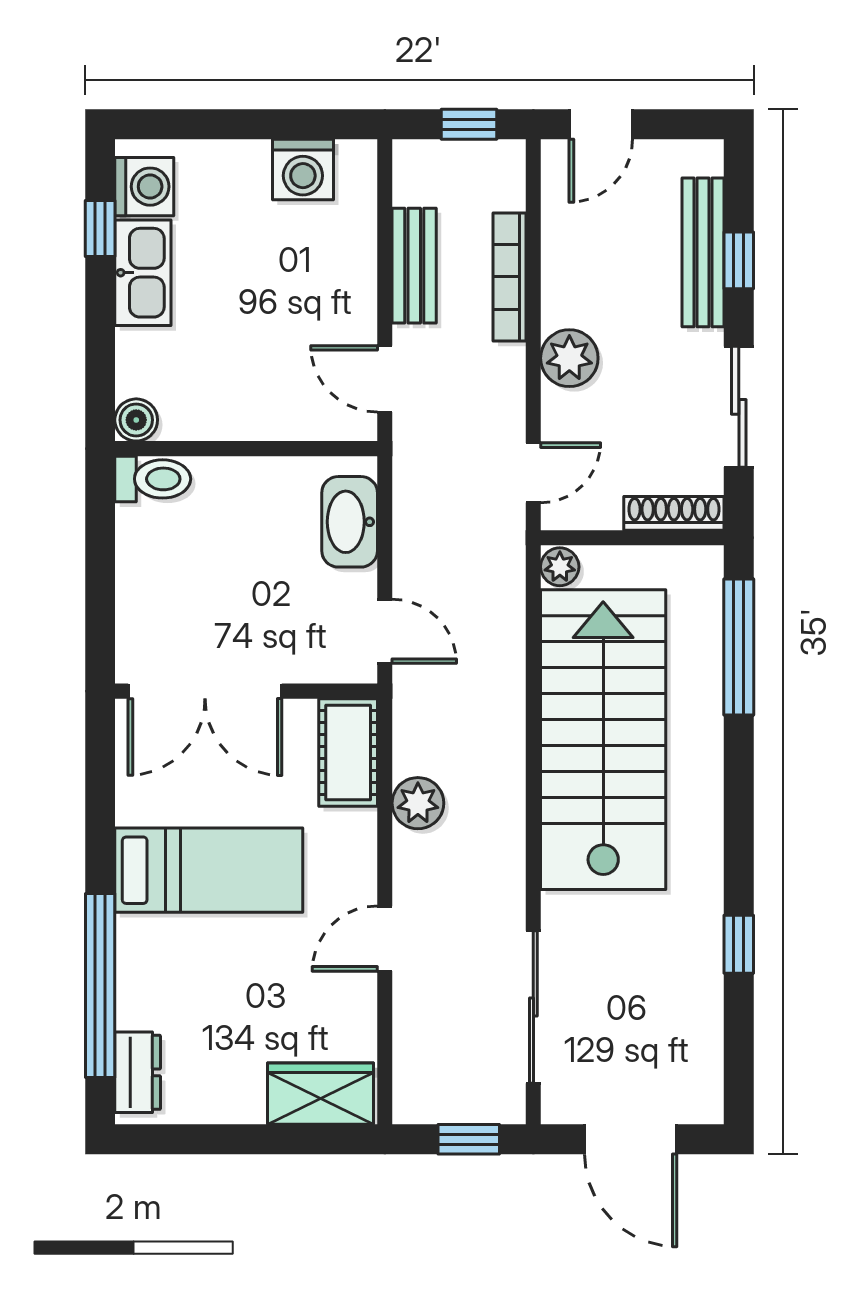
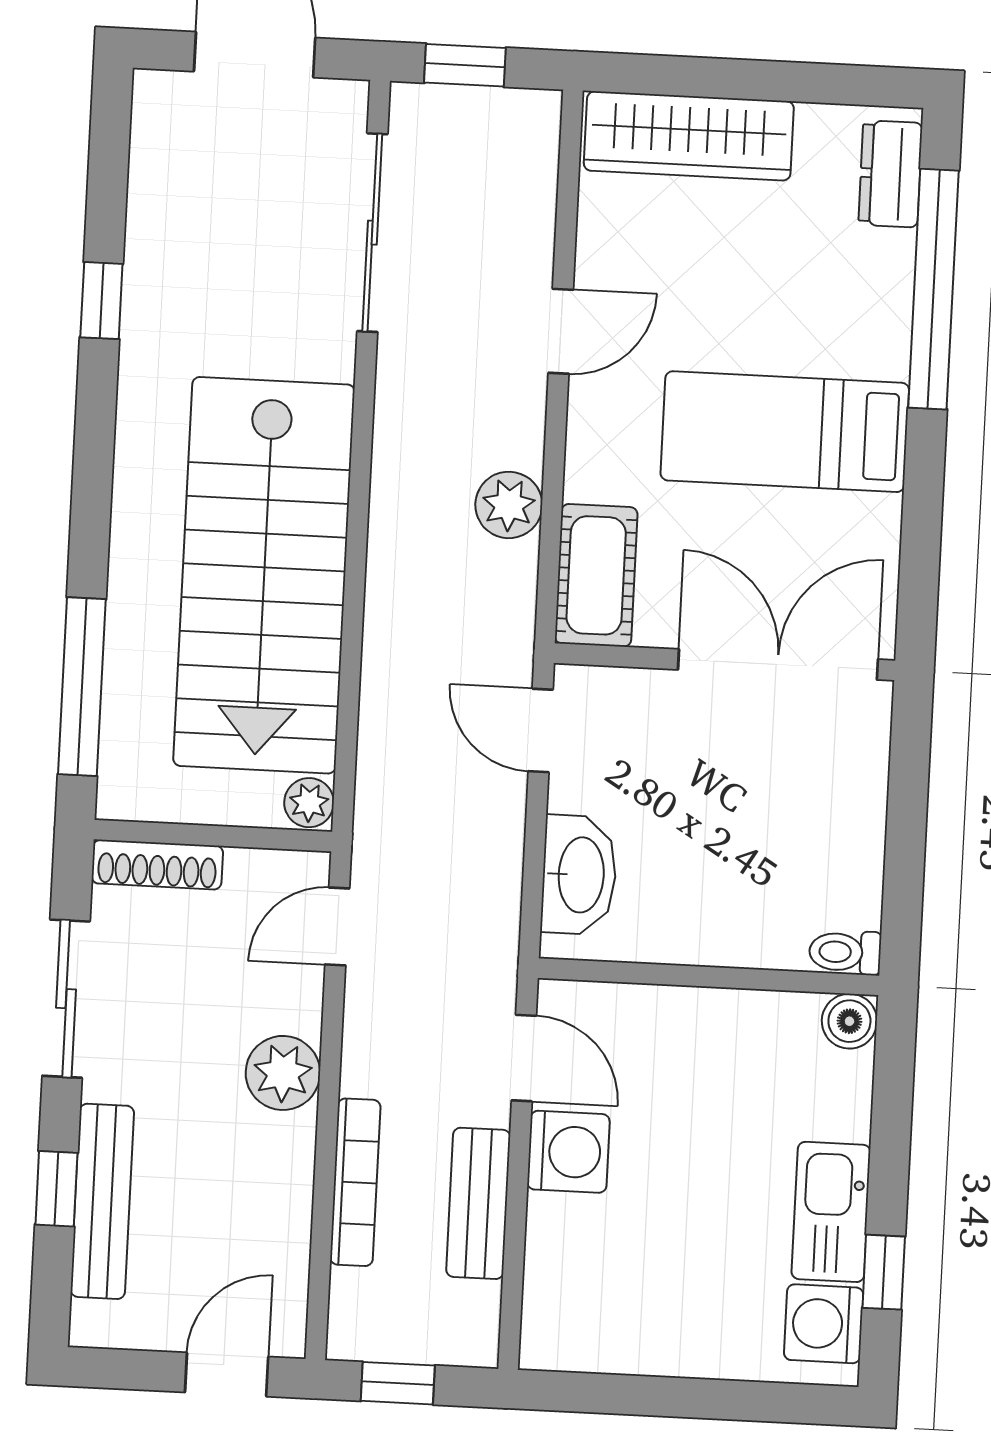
washing machine: (303, 170) -> (568, 1152), moved, turned 90
toilet: (153, 479) -> (845, 952), width x0.73, depth x0.72
wardrobe: (321, 1094) -> (689, 136), width x1.50

